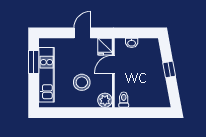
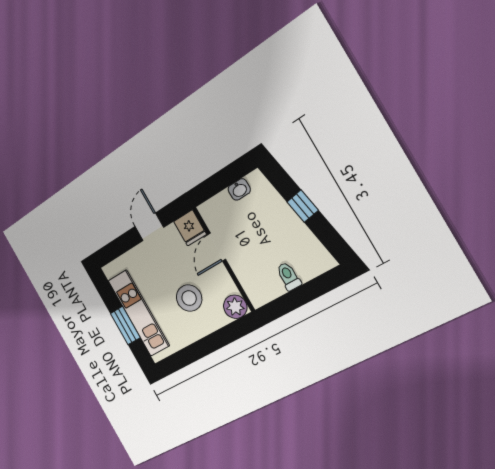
washbasin: (132, 43) -> (239, 189), moved
window: (34, 62) -> (125, 326), moved
toilet: (124, 100) -> (289, 276), moved

